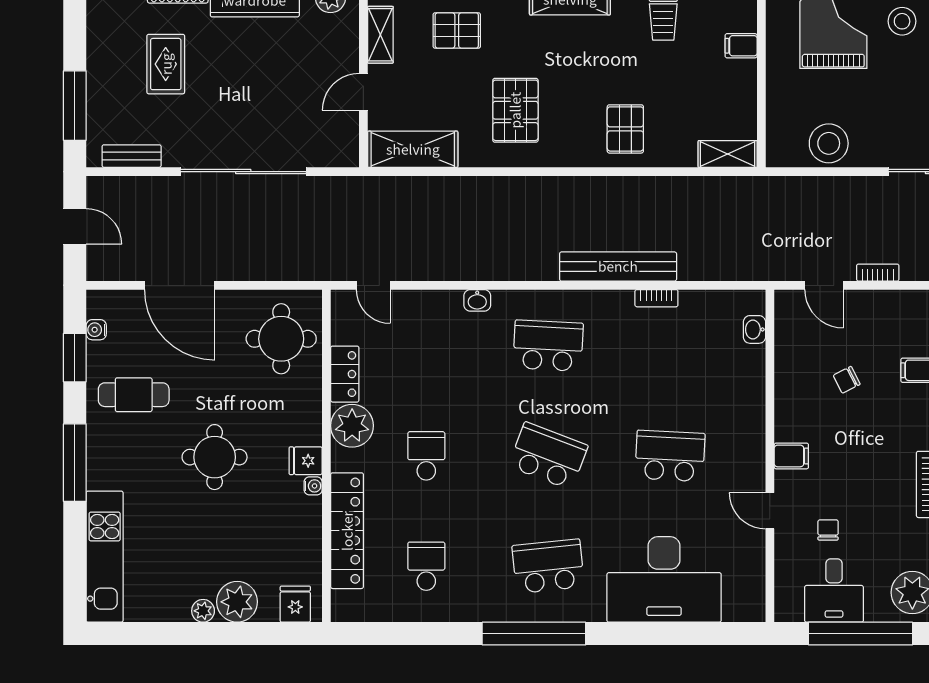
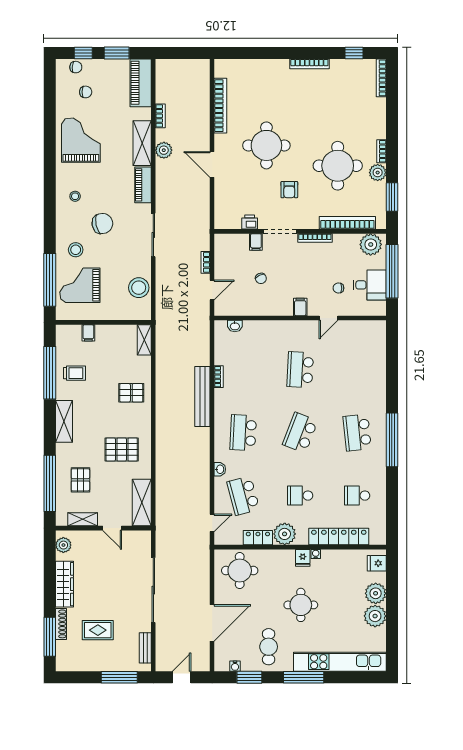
school desk: (426, 346) -> (243, 496), added
kitchen unit: (105, 557) -> (340, 662), width x1.36
desk: (664, 579) -> (364, 373), removed
plant: (203, 611) -> (375, 616), width x1.88, depth x1.88

